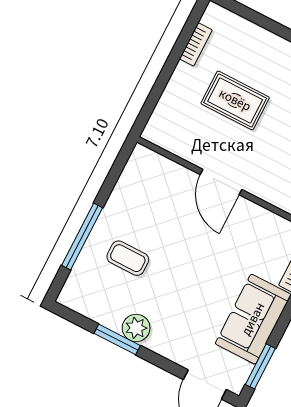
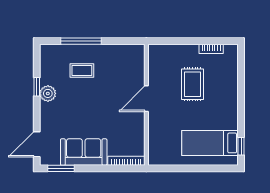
coffee table: (128, 258) -> (82, 71), turned 90
window: (117, 339) -> (37, 87), width x0.67

